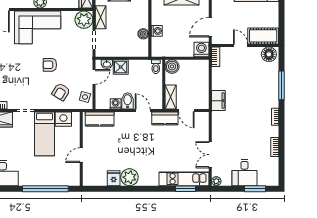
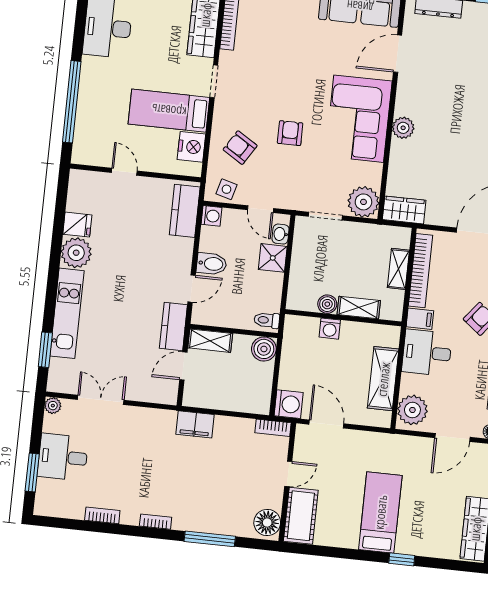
shelving: (101, 17) -> (359, 308), moved
washing machine: (116, 104) -> (211, 216), moved
kitchen unit: (184, 179) -> (67, 313), moved

